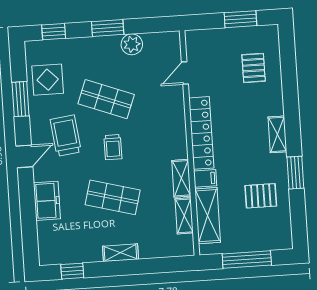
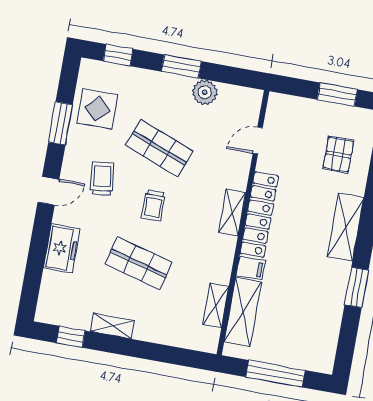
shelving: (277, 134) -> (346, 227), width x1.50, depth x1.33
trolley: (66, 136) -> (102, 179), width x0.73, depth x0.72
shelving: (181, 178) -> (232, 212), moved
pallet: (261, 196) -> (310, 304), removed
shelving: (120, 253) -> (112, 326), moved

